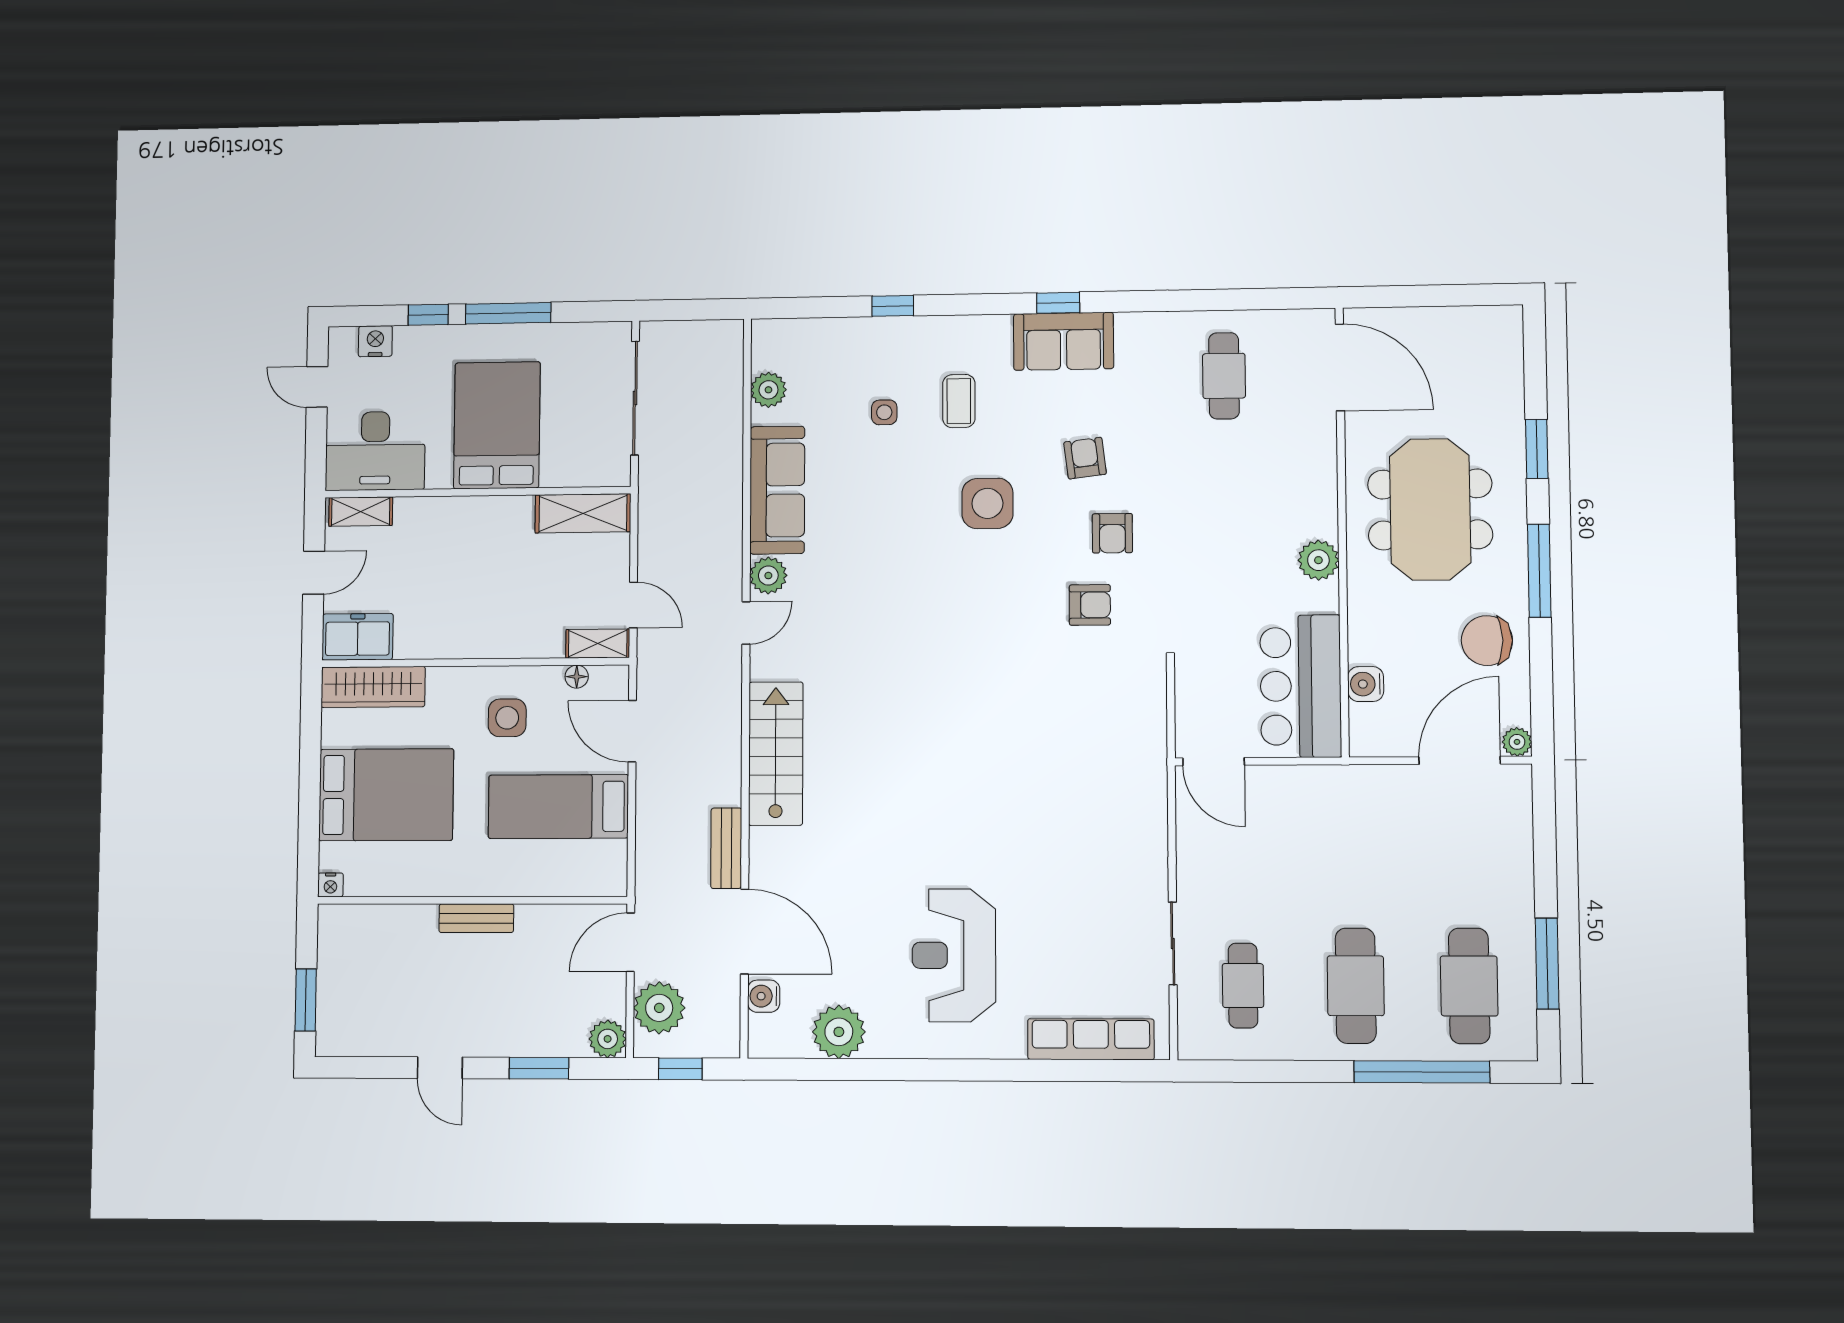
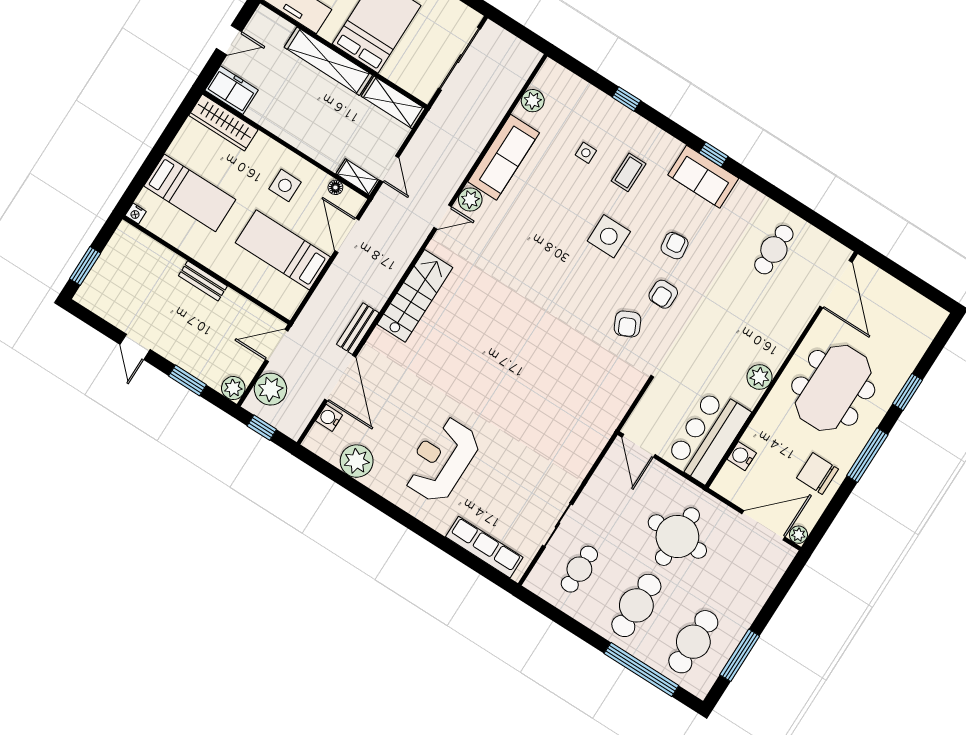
shelving: (361, 512) -> (328, 61), moved, width x2.20, depth x1.33
armchair: (1090, 605) -> (628, 324), turned 65
bed: (386, 795) -> (190, 193), width x0.67
round table: (1350, 853) -> (677, 537), added

